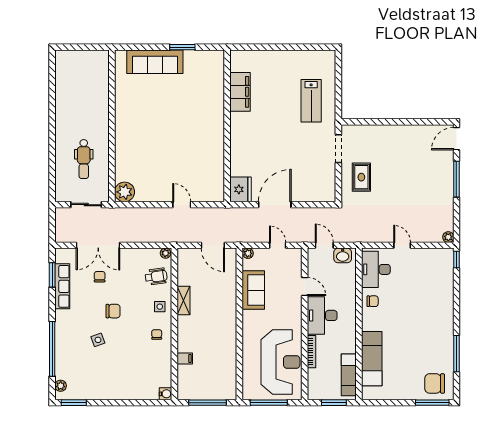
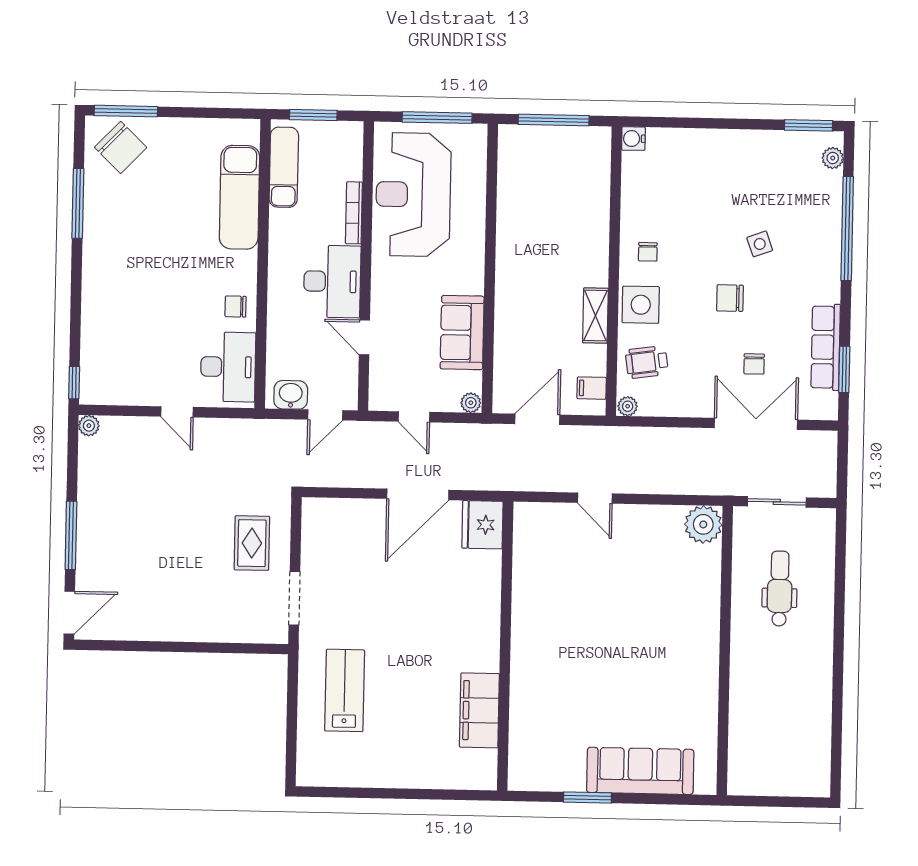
door: (213, 245) -> (537, 419), hinge flipped
door: (324, 245) -> (325, 415), hinge flipped
side table: (160, 307) -> (641, 305), width x1.87, depth x1.87
filing cabinet: (185, 359) -> (592, 388), moved
chair: (435, 383) -> (121, 147), turned 44

